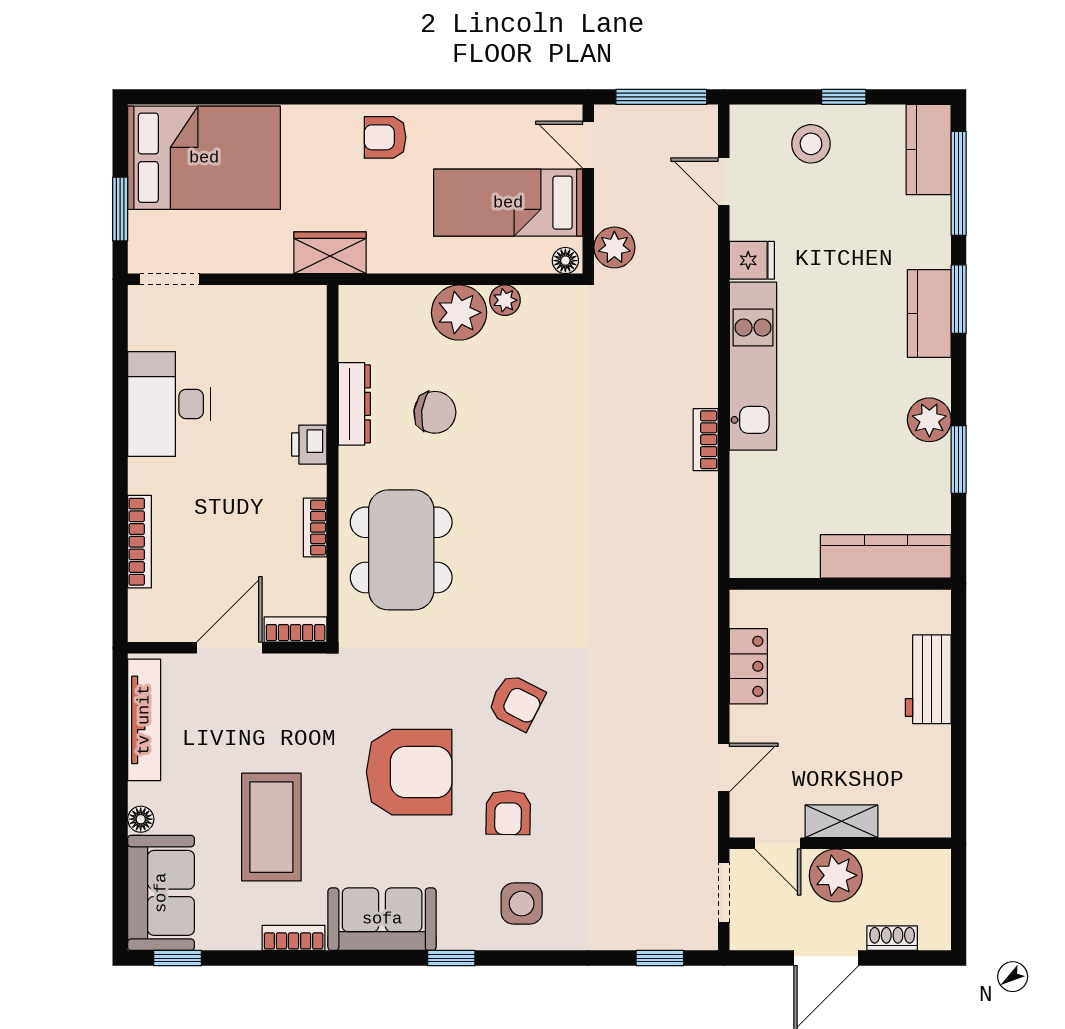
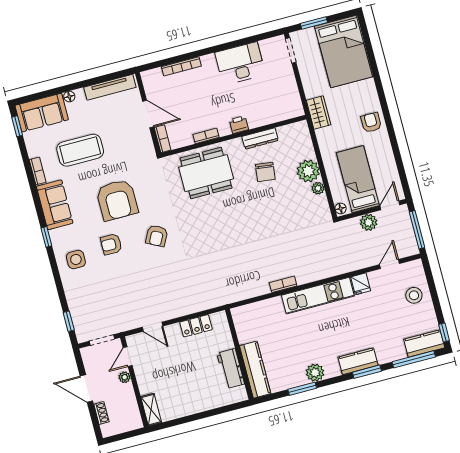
window: (844, 97) -> (444, 333), moved
plant: (614, 247) -> (369, 222), moved
workbench: (928, 679) -> (231, 369), moved, turned -90
shelving: (841, 821) -> (151, 410), moved
plant: (836, 875) -> (125, 377), width x0.53, depth x0.53

